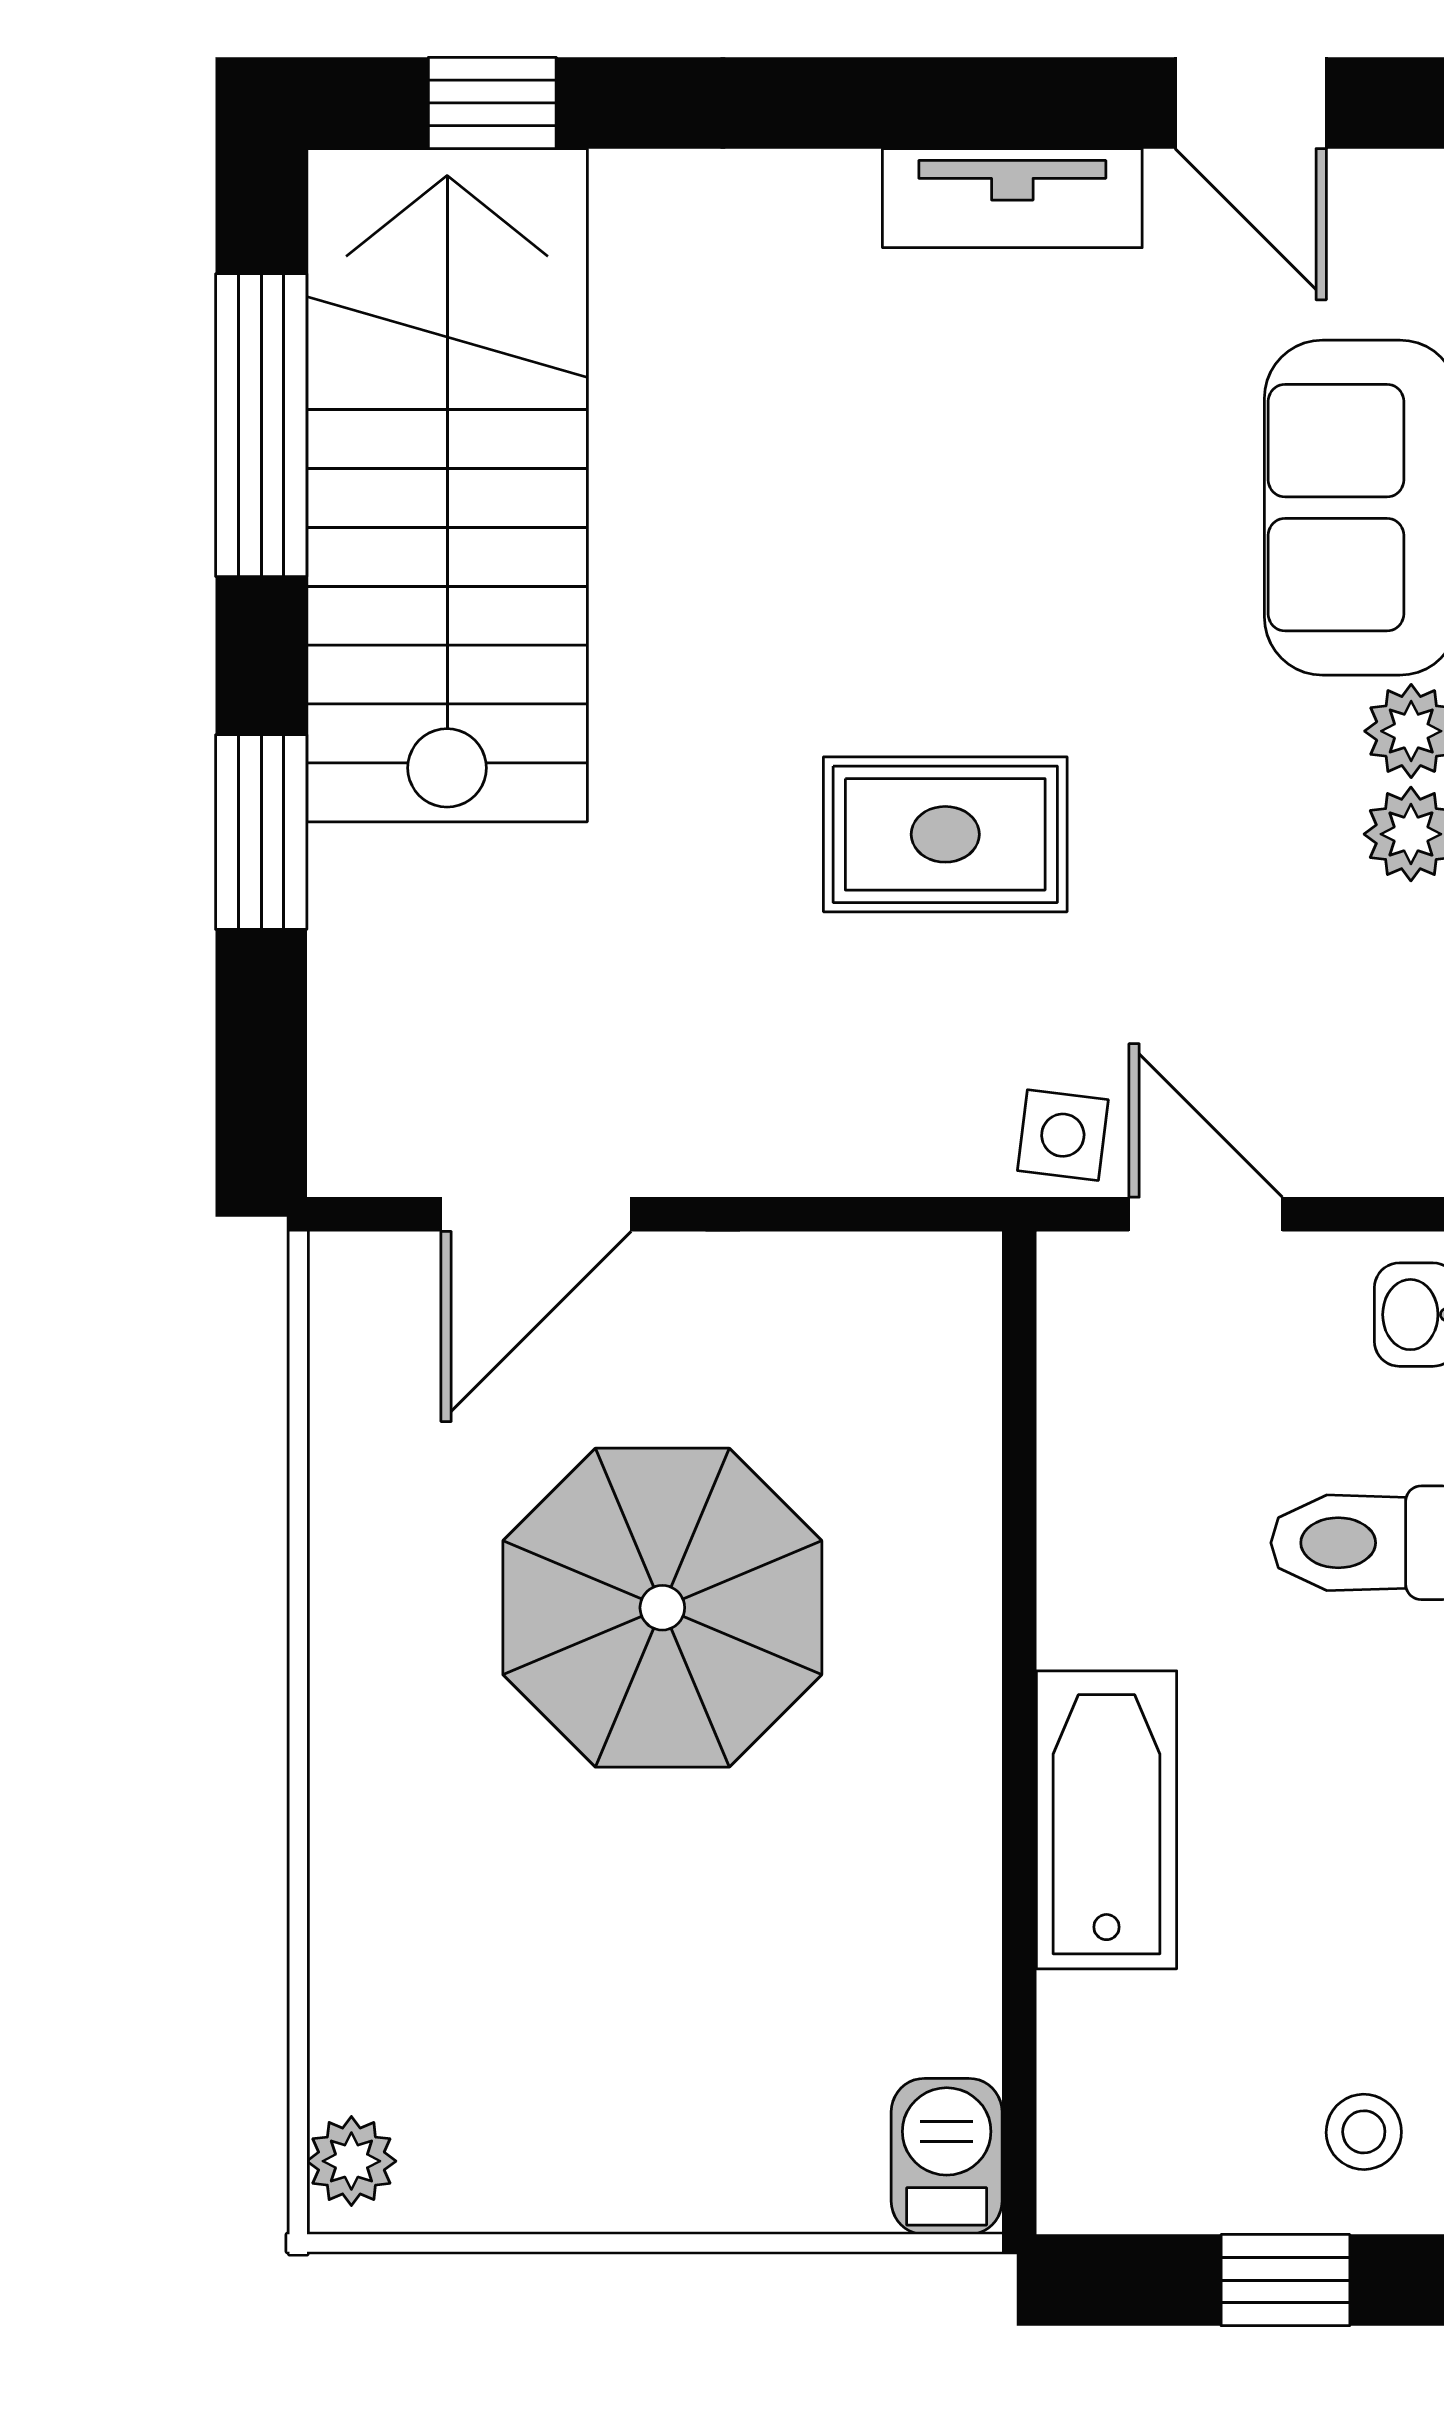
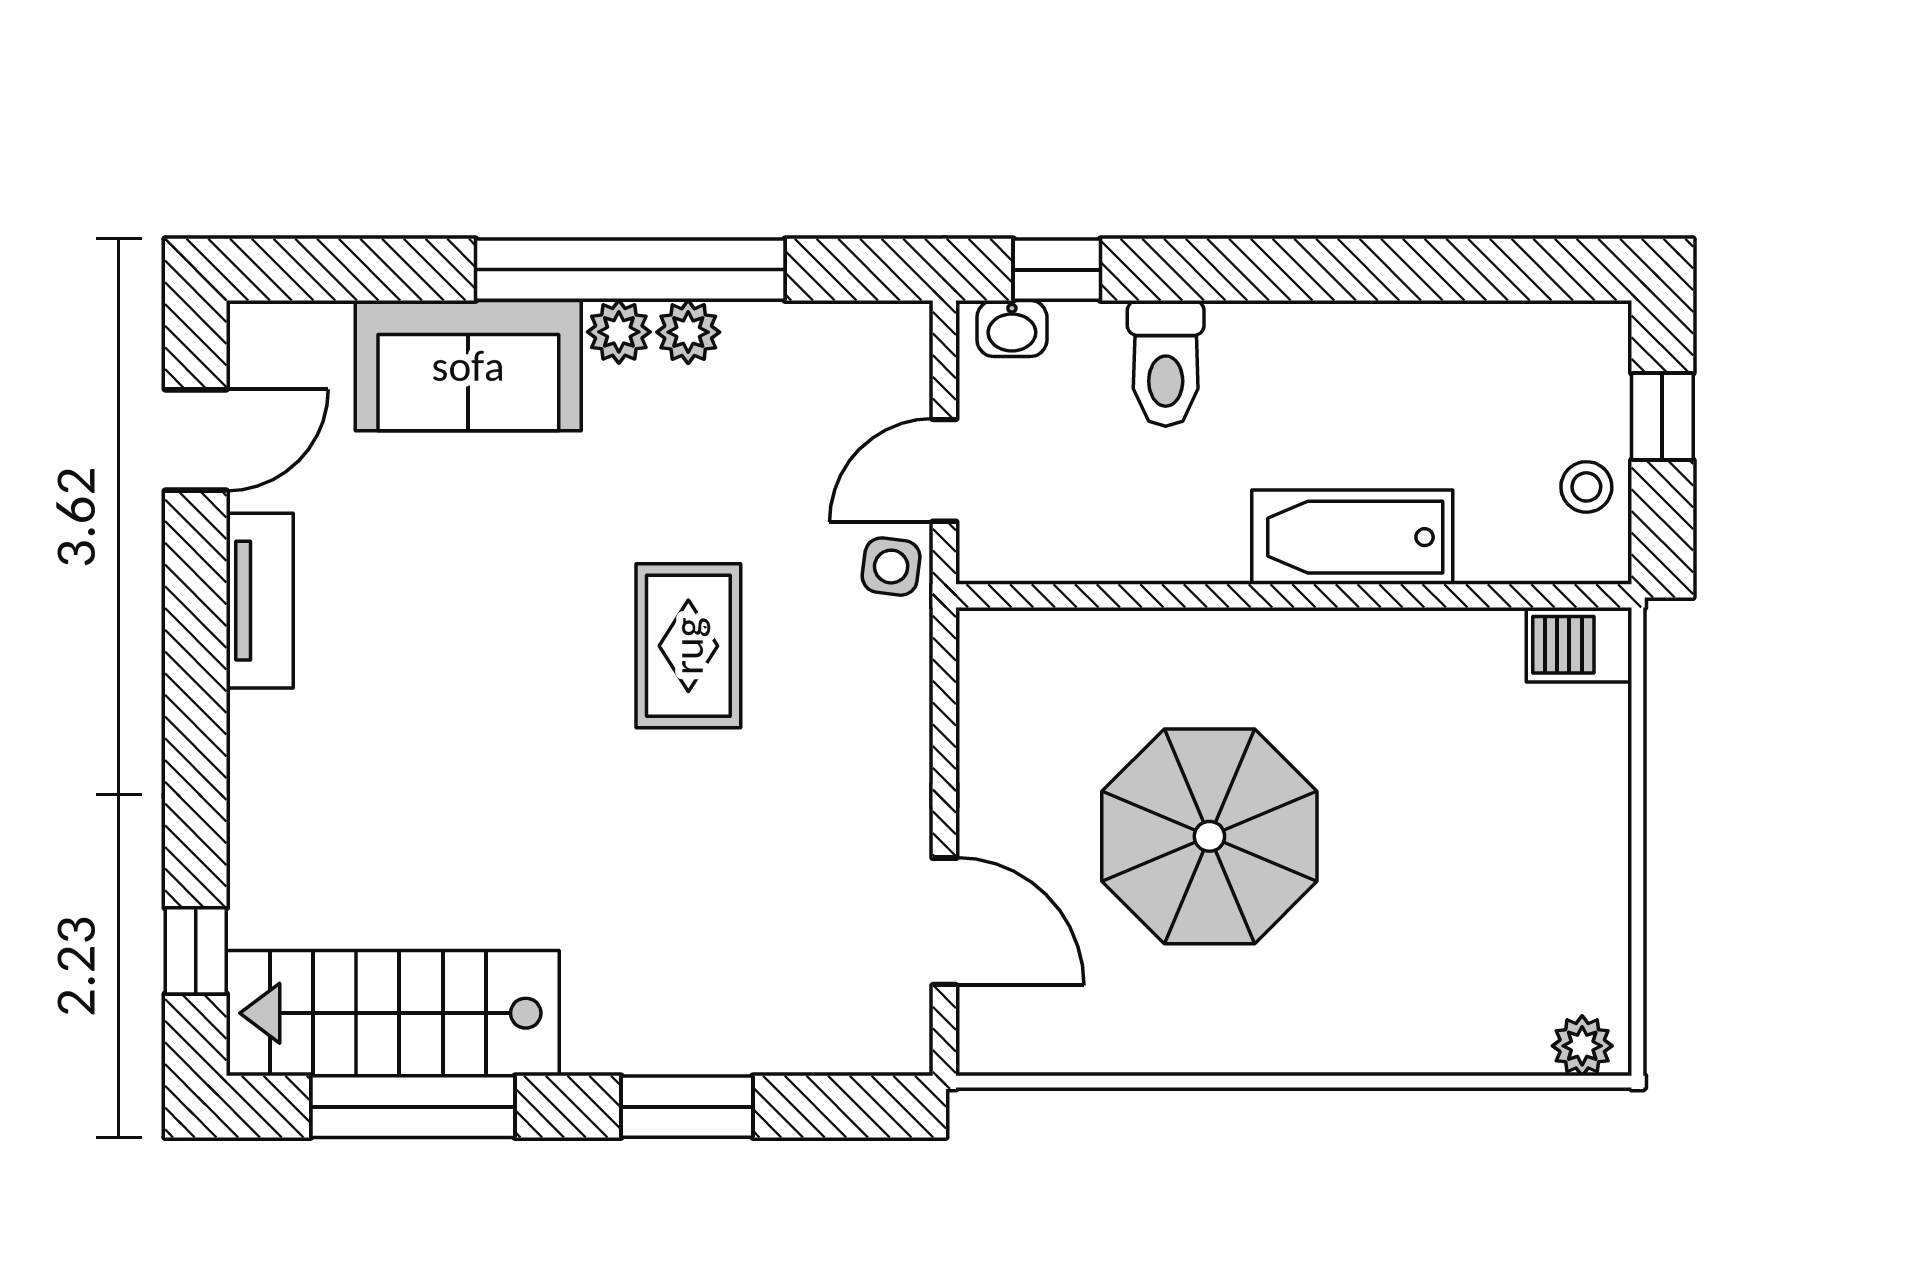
stairs: (447, 485) -> (393, 1013), width x0.73, depth x0.66
stool: (1364, 2132) -> (1586, 487), moved

